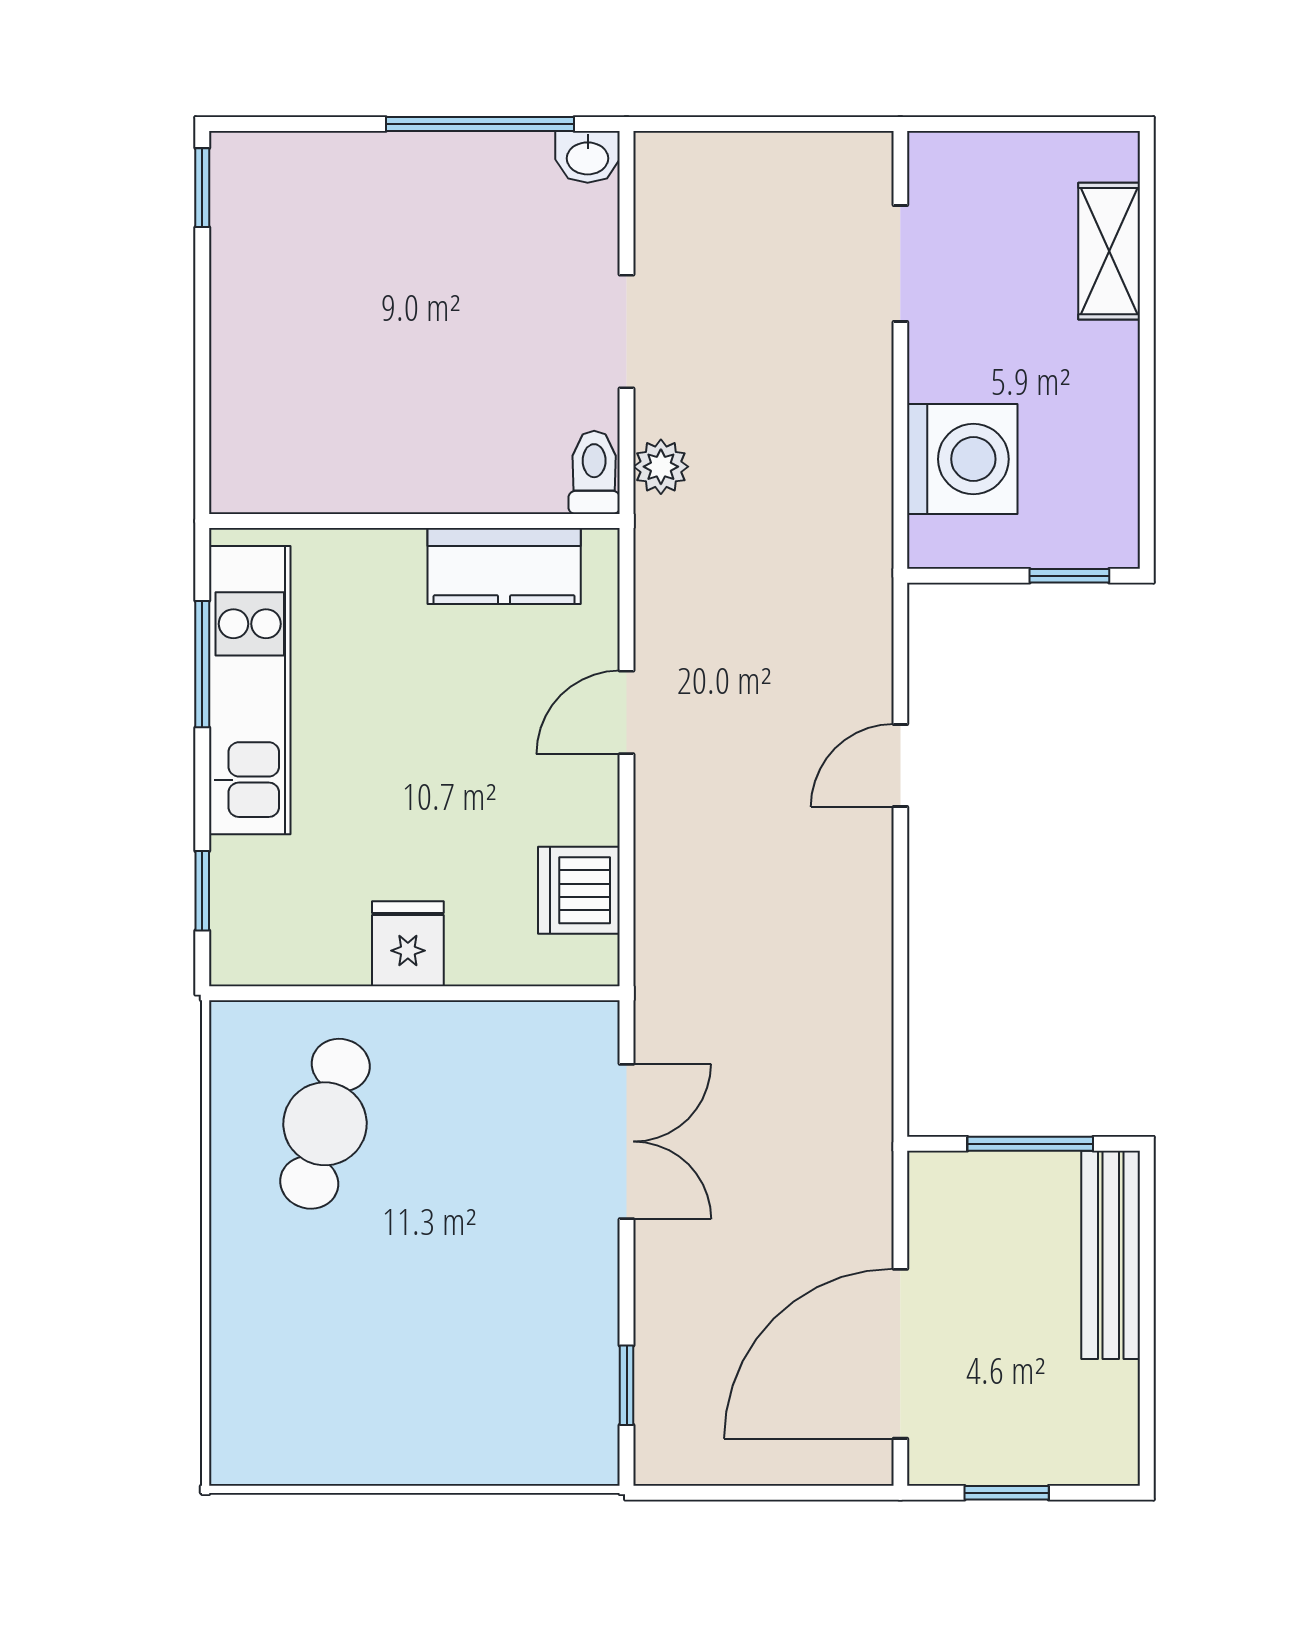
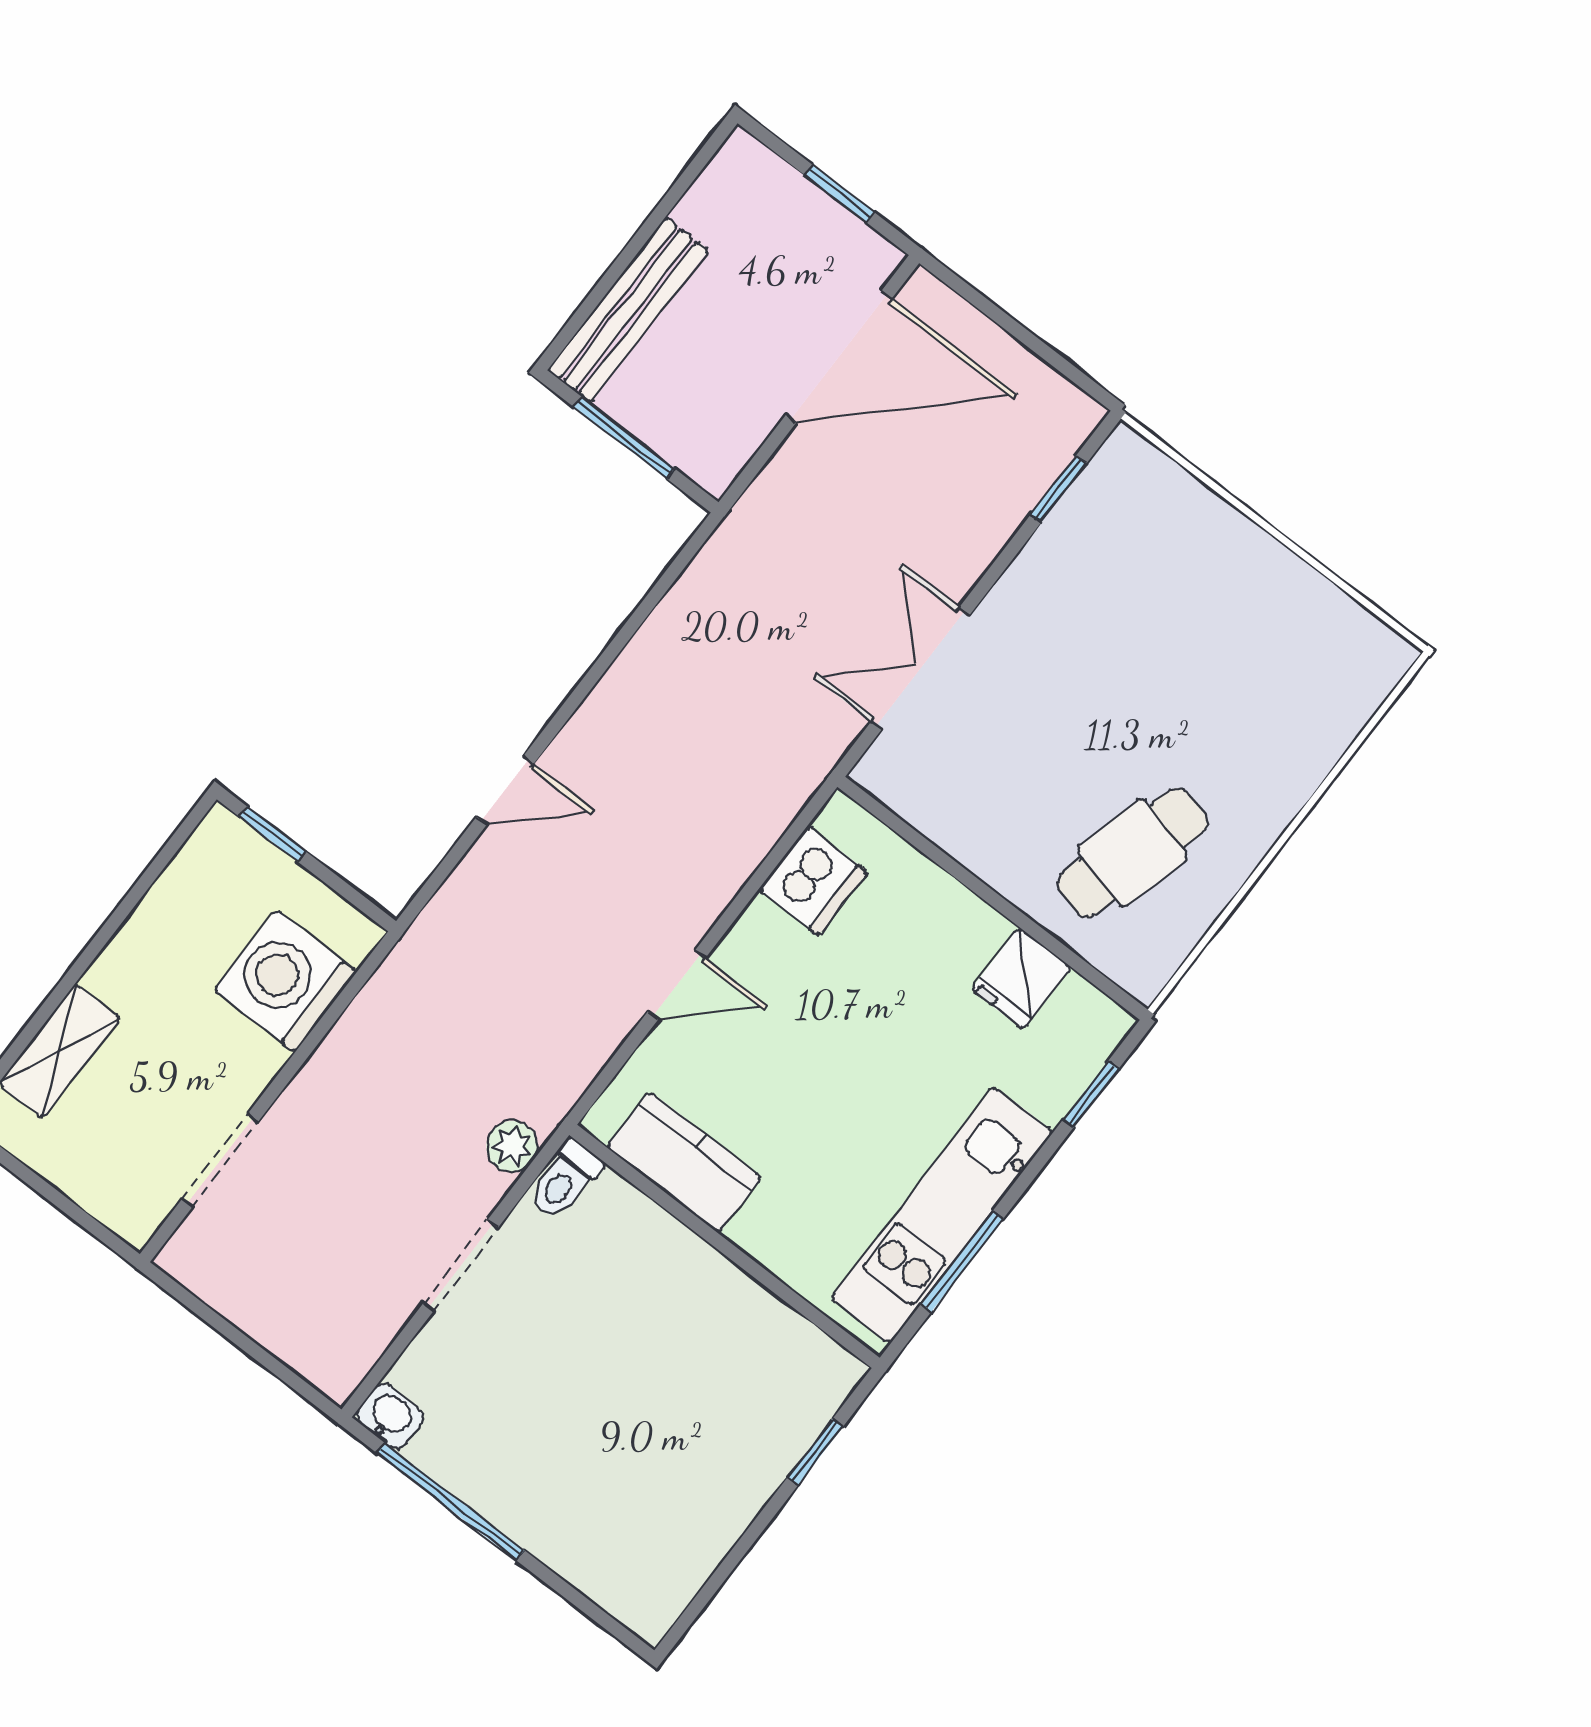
window: (202, 188) -> (815, 1452), moved
fridge: (408, 944) -> (1021, 978), moved

